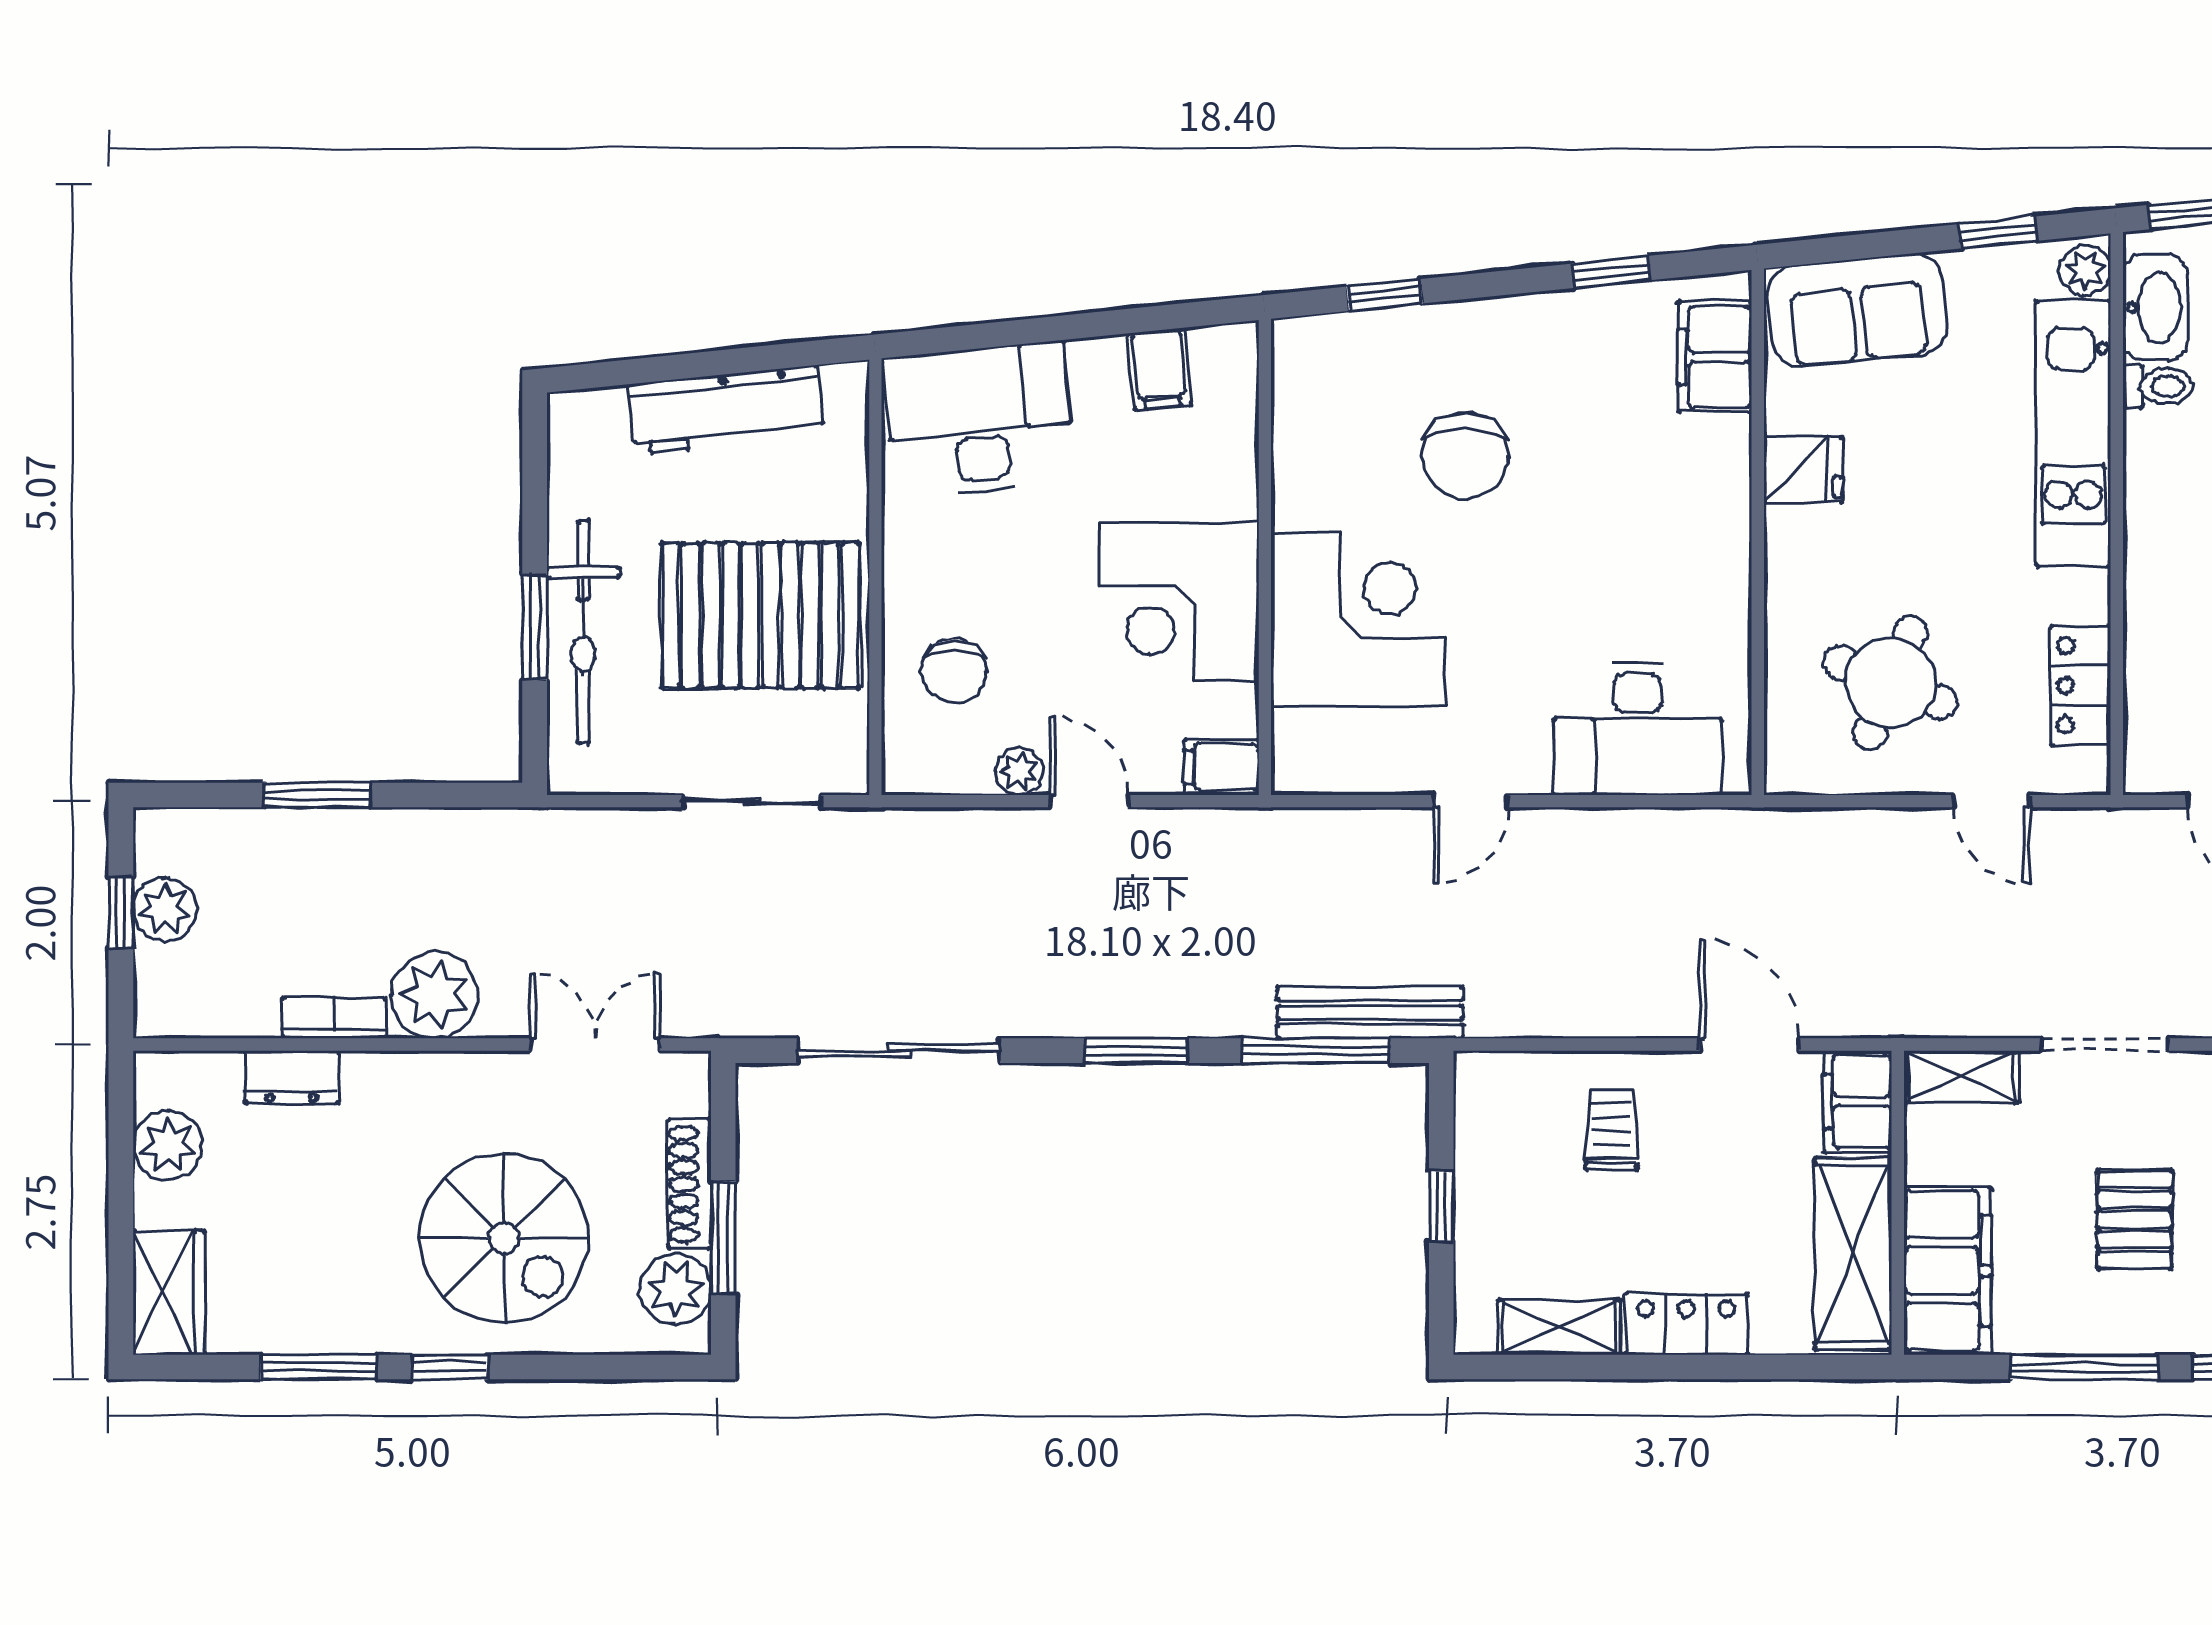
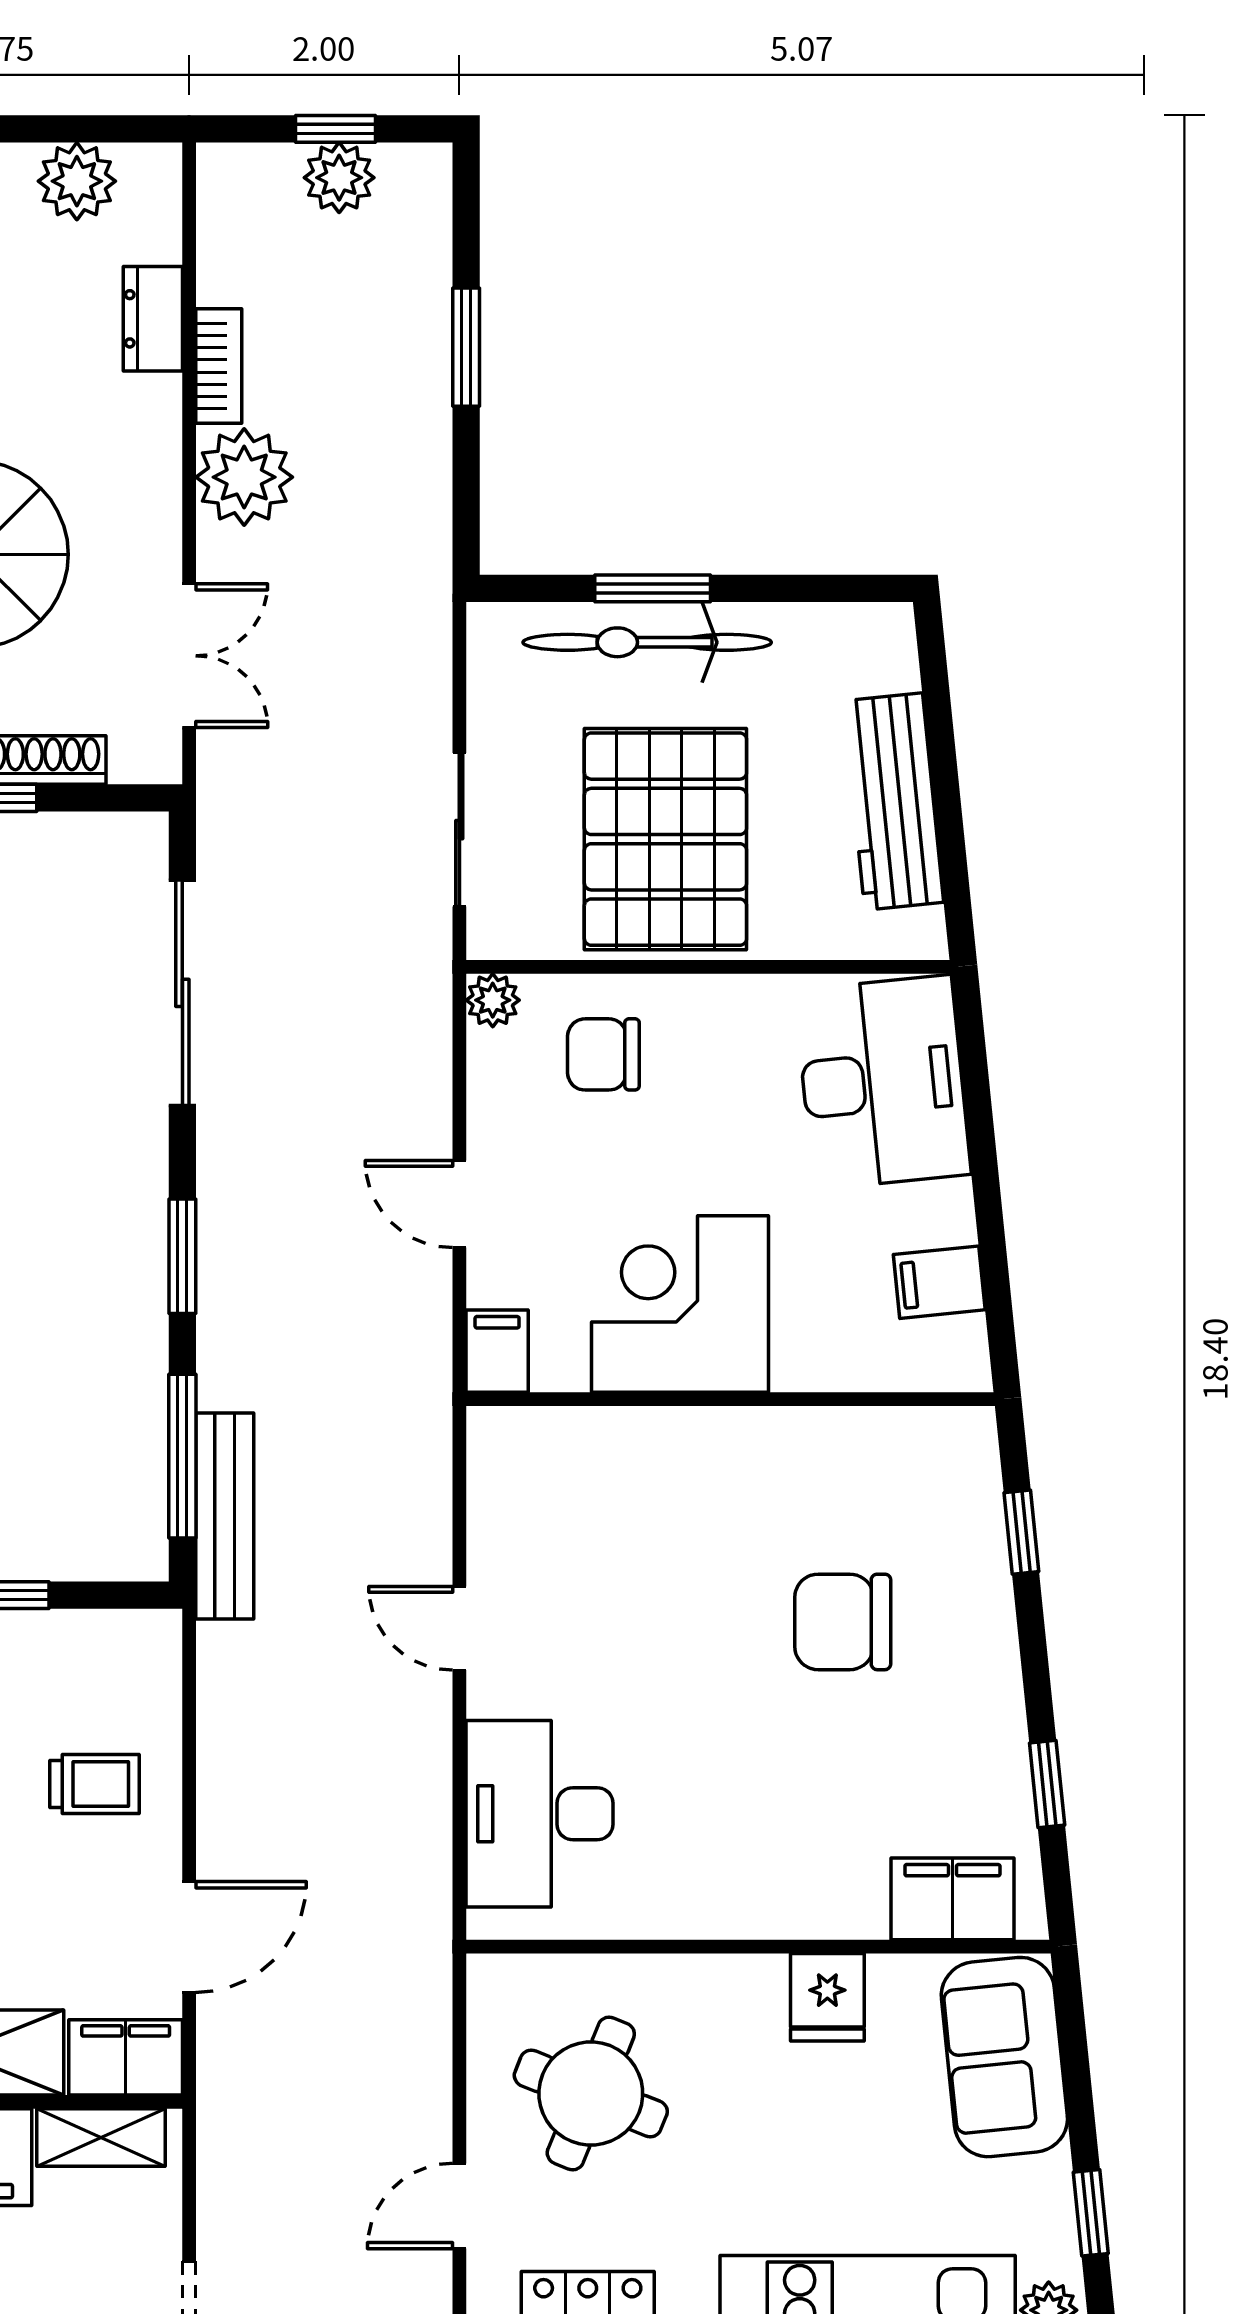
corner desk: (1358, 620) -> (661, 1503), removed
plant: (1019, 771) -> (493, 1000), moved
door: (1089, 801) -> (459, 1204), swing flipped
shelving: (1961, 1077) -> (101, 2138), moved, turned 90

